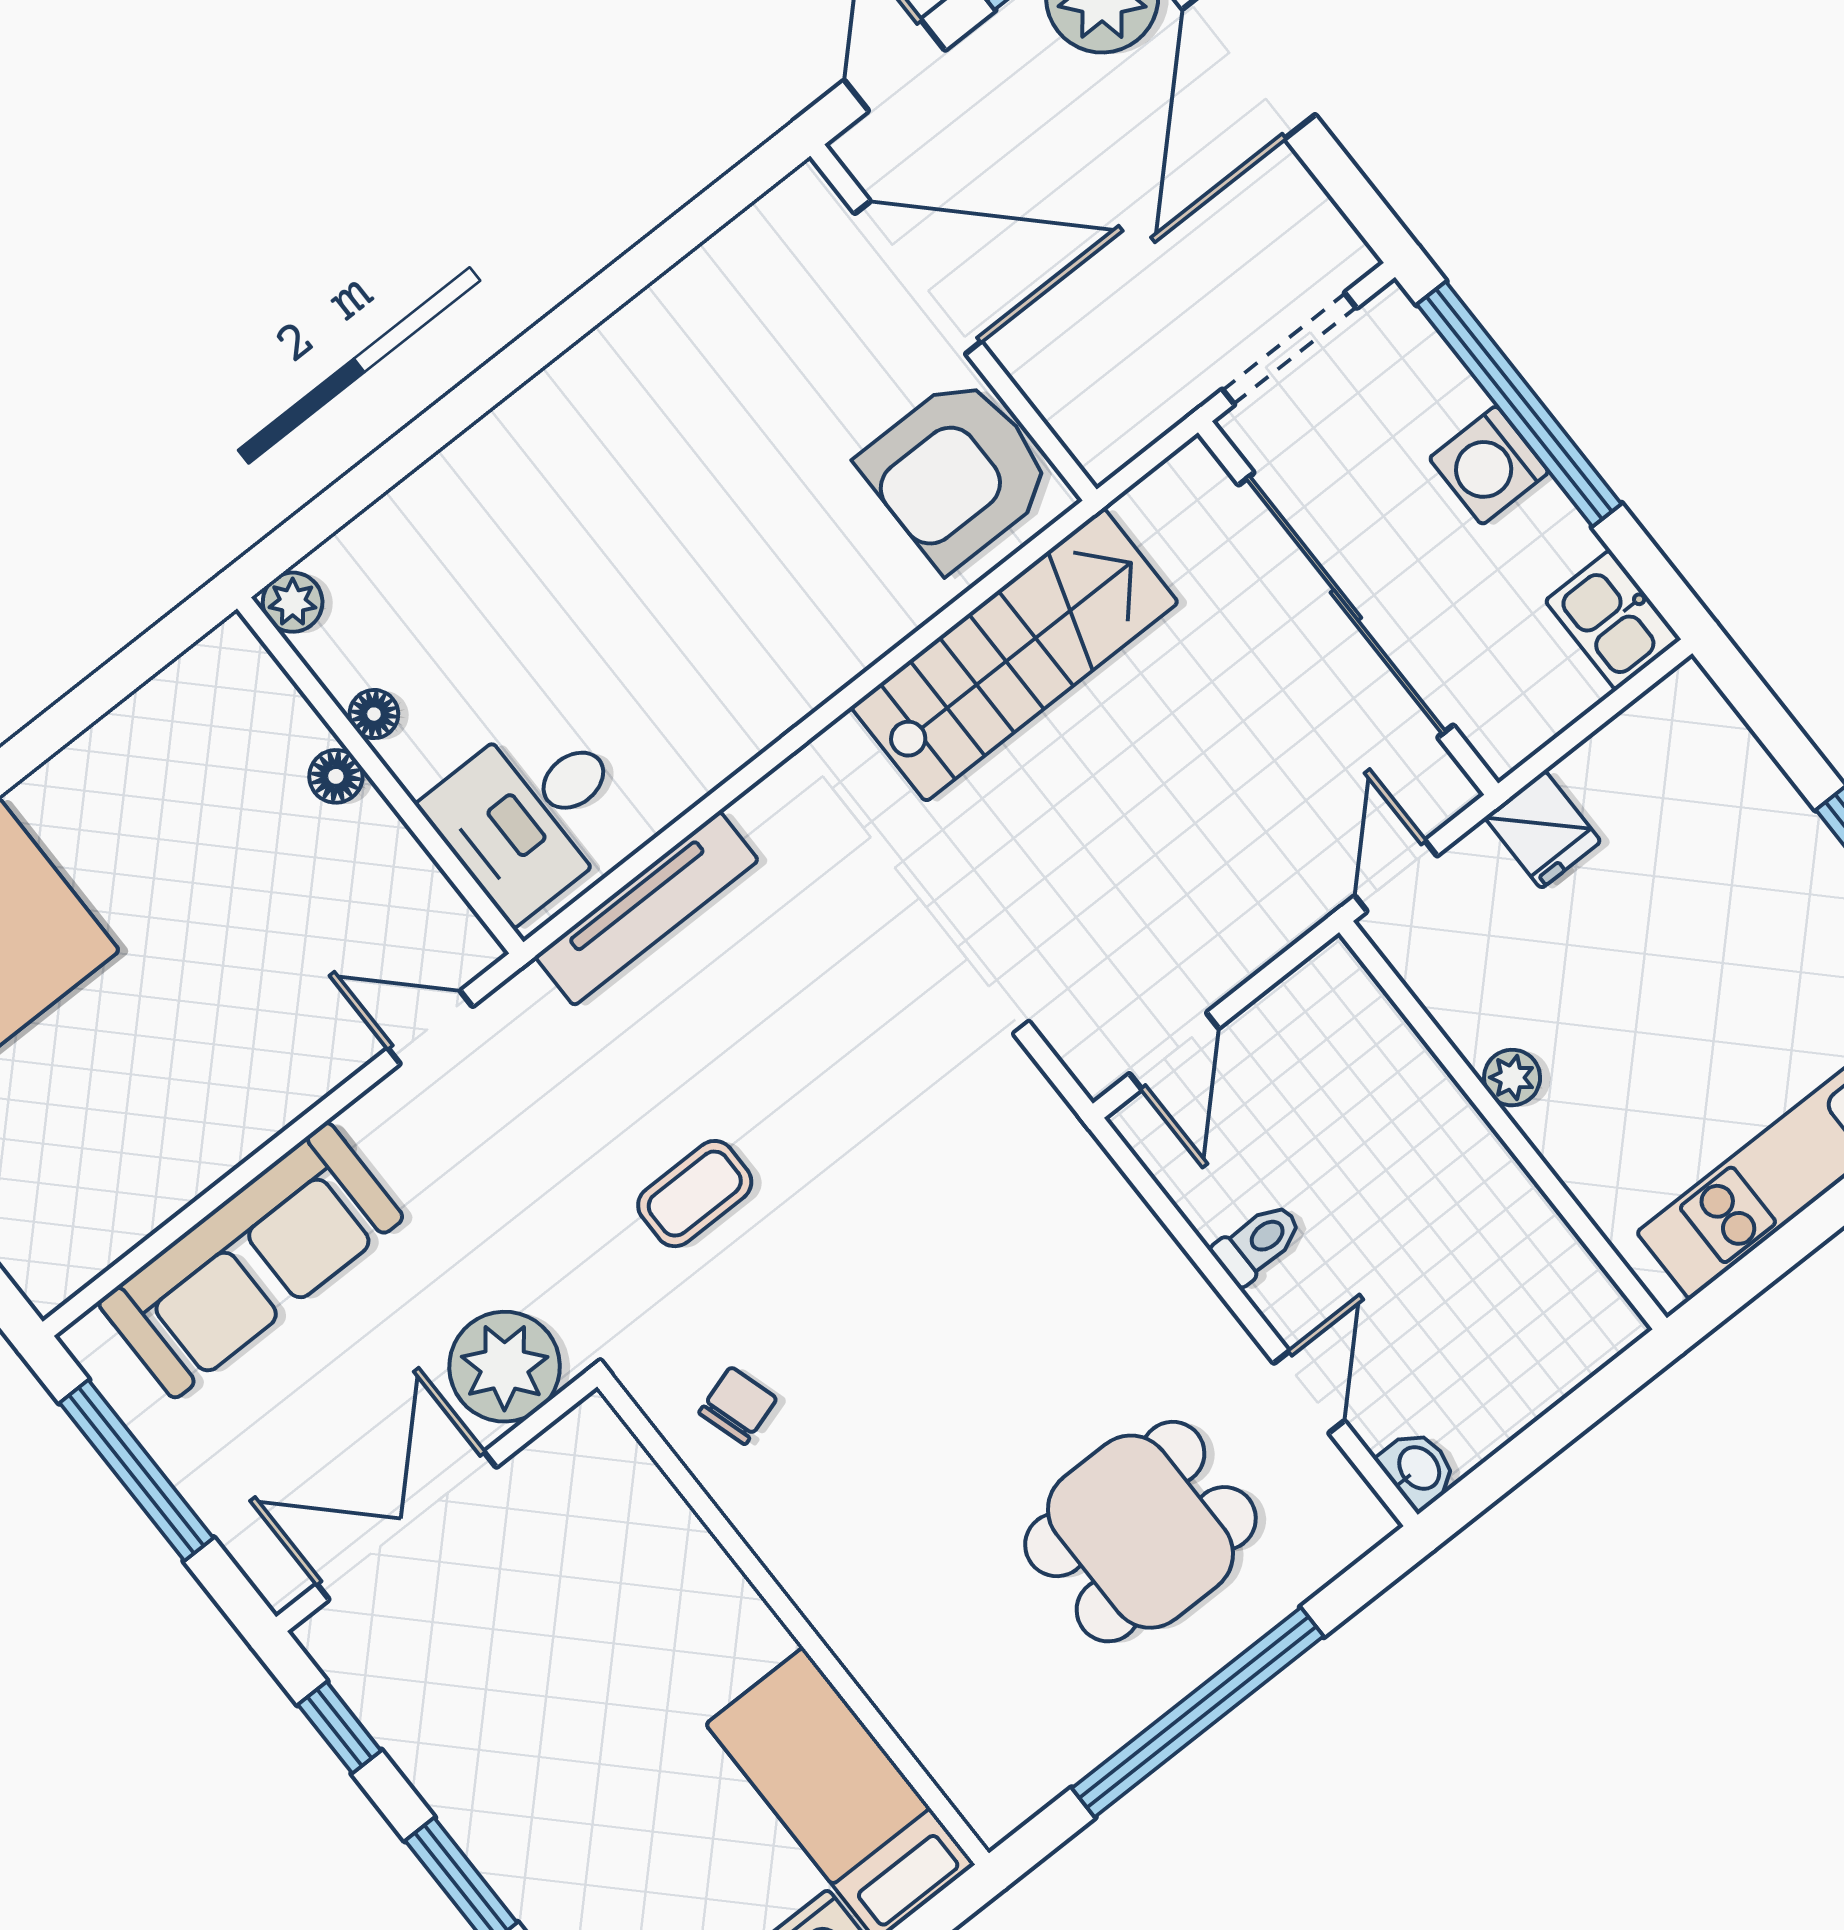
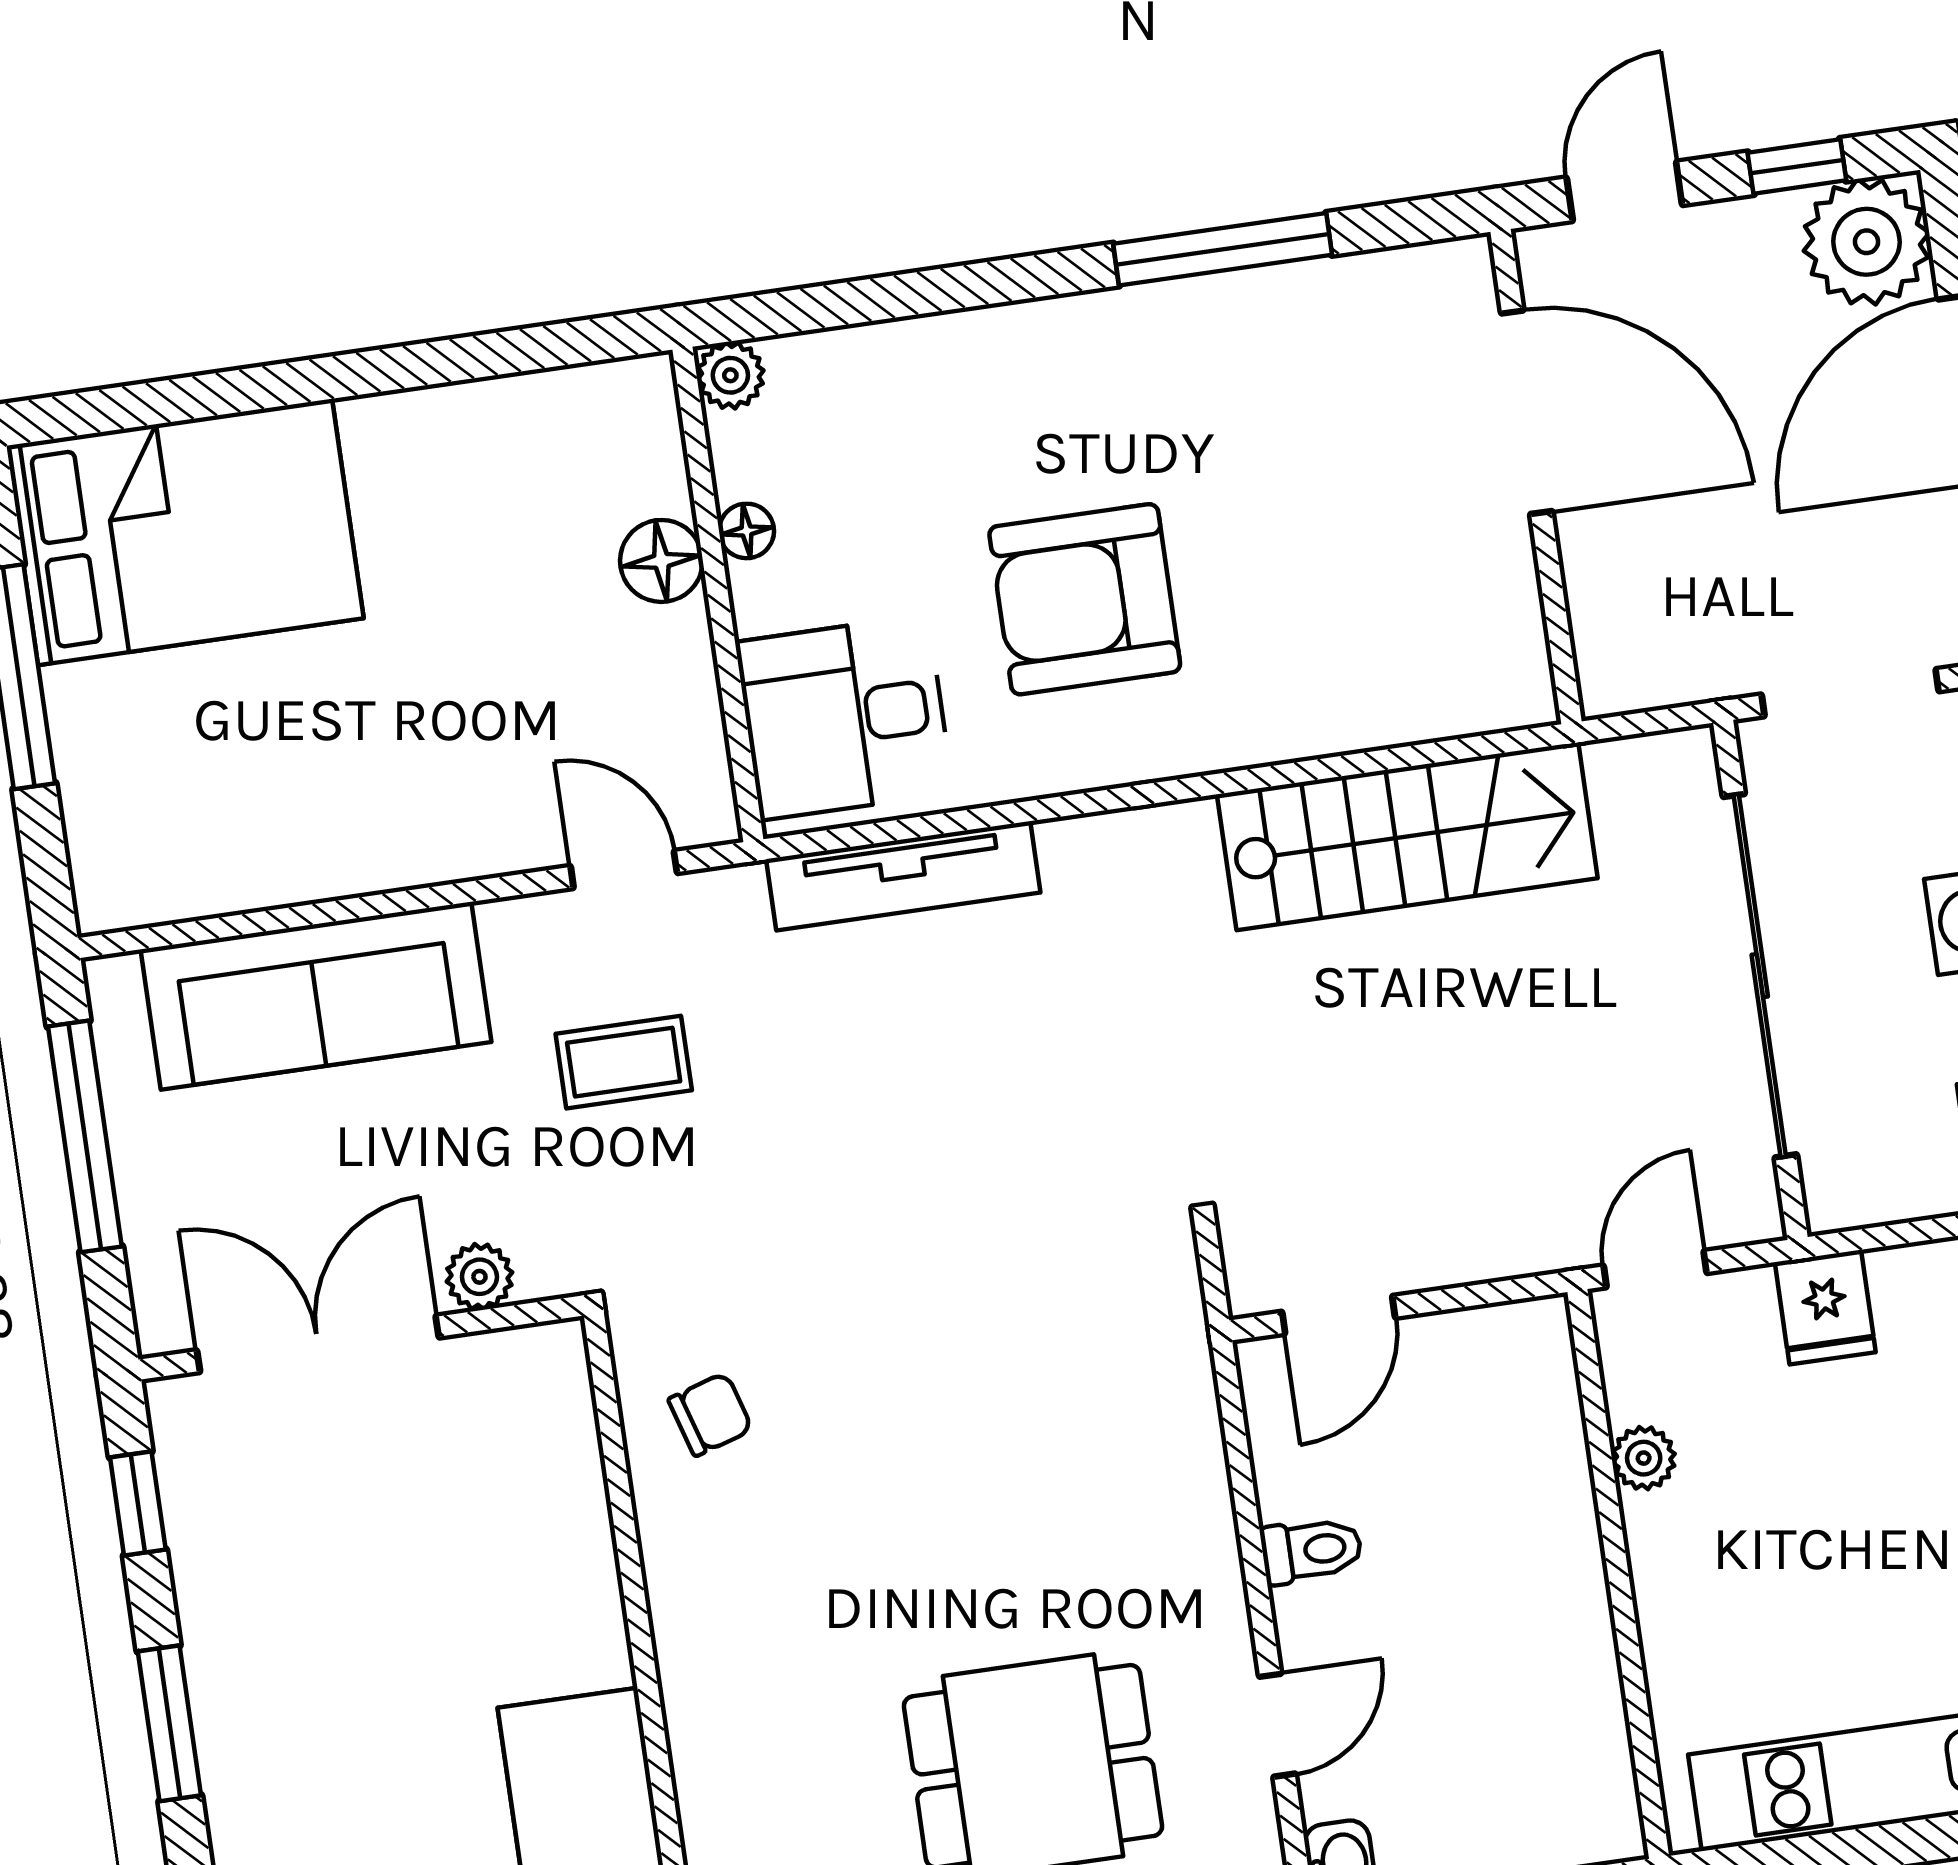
window: (613, 288) -> (1223, 249), added
armchair: (957, 472) -> (1085, 599), moved
floor lamp: (336, 776) -> (661, 561), width x1.37, depth x1.37
plant: (1512, 1078) -> (1644, 1458), moved
coffee table: (695, 1194) -> (624, 1062), moved
plant: (505, 1367) -> (479, 1277), width x0.53, depth x0.53

